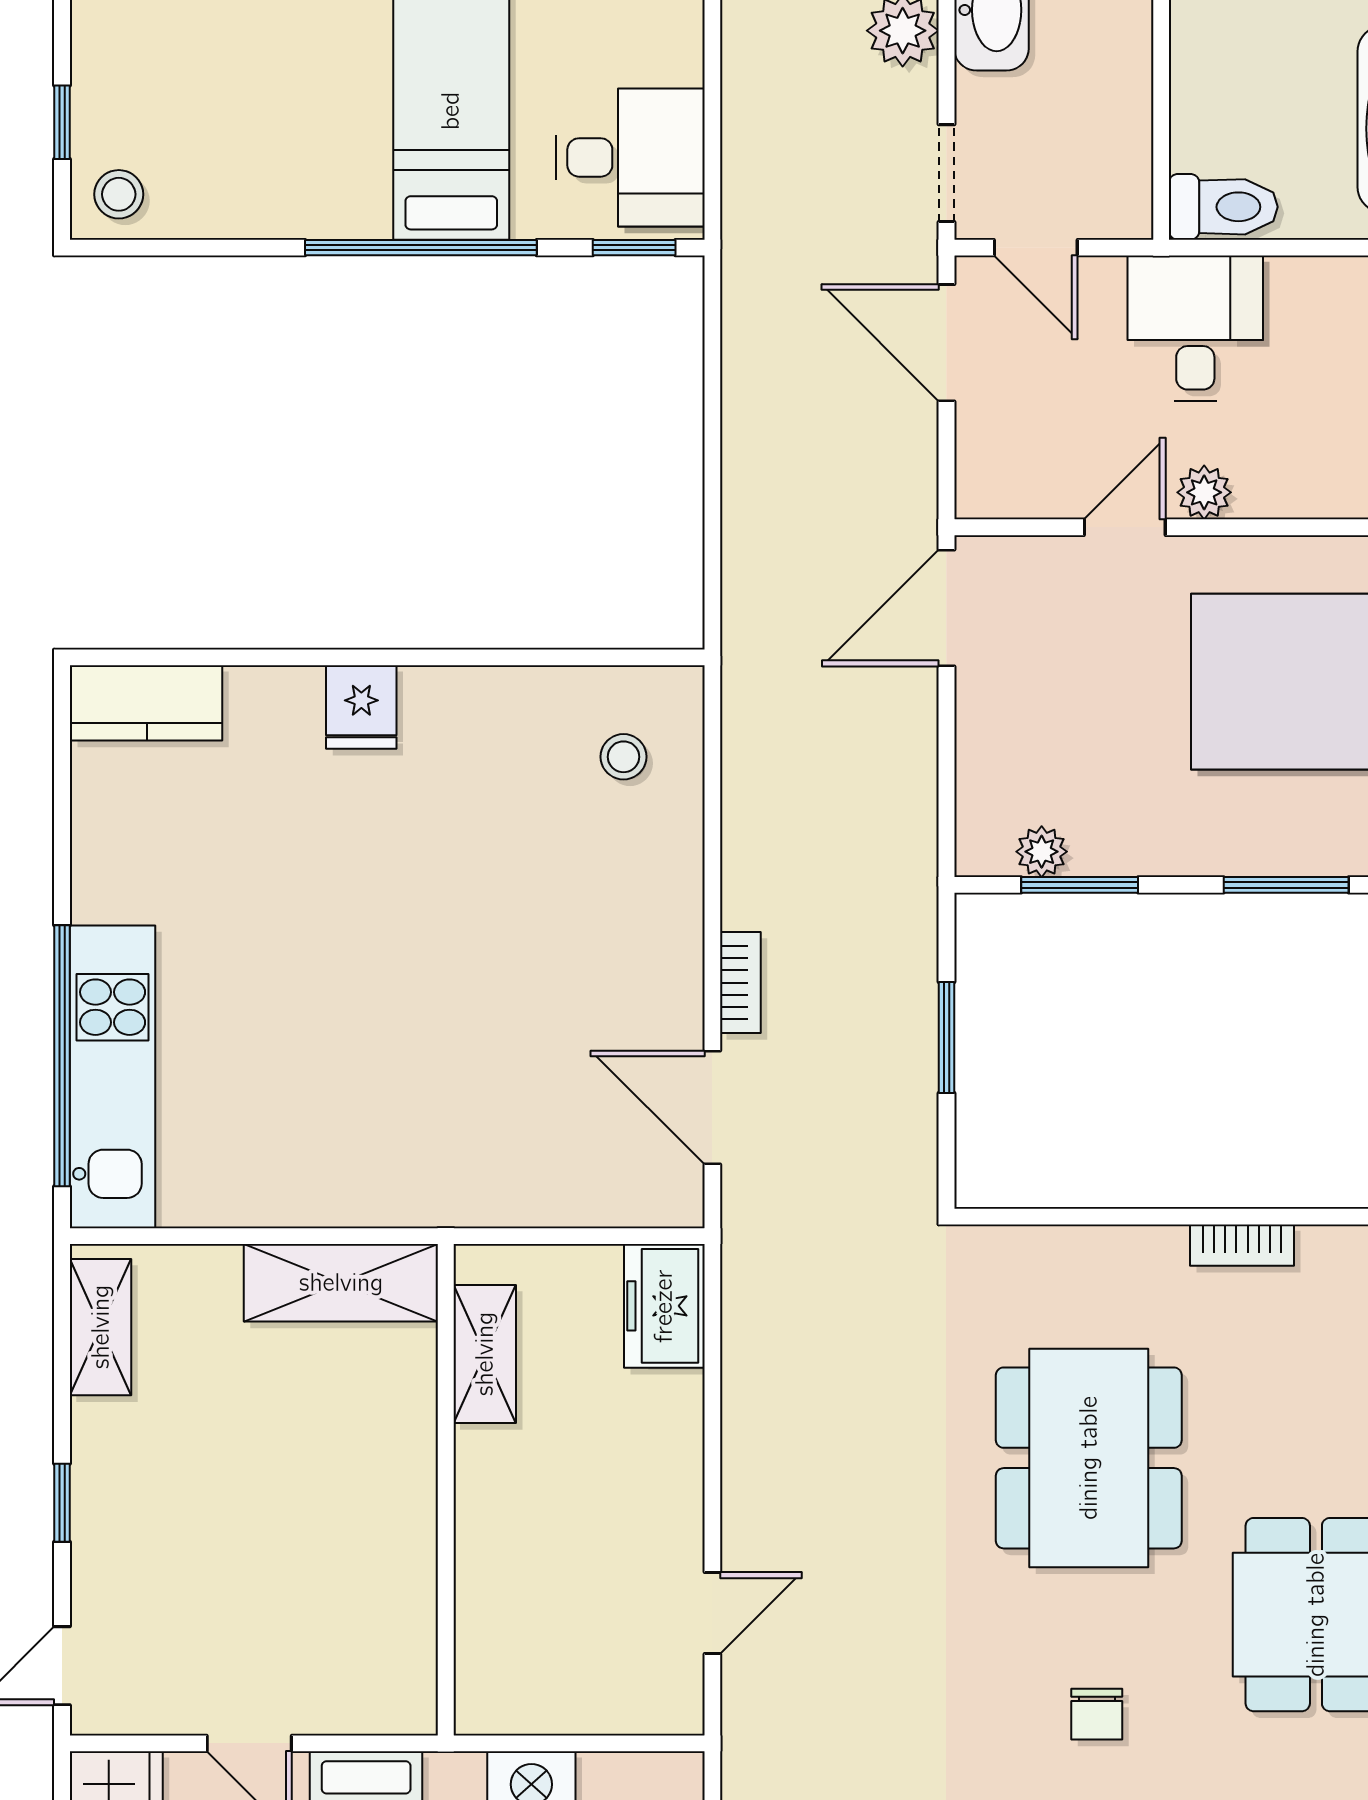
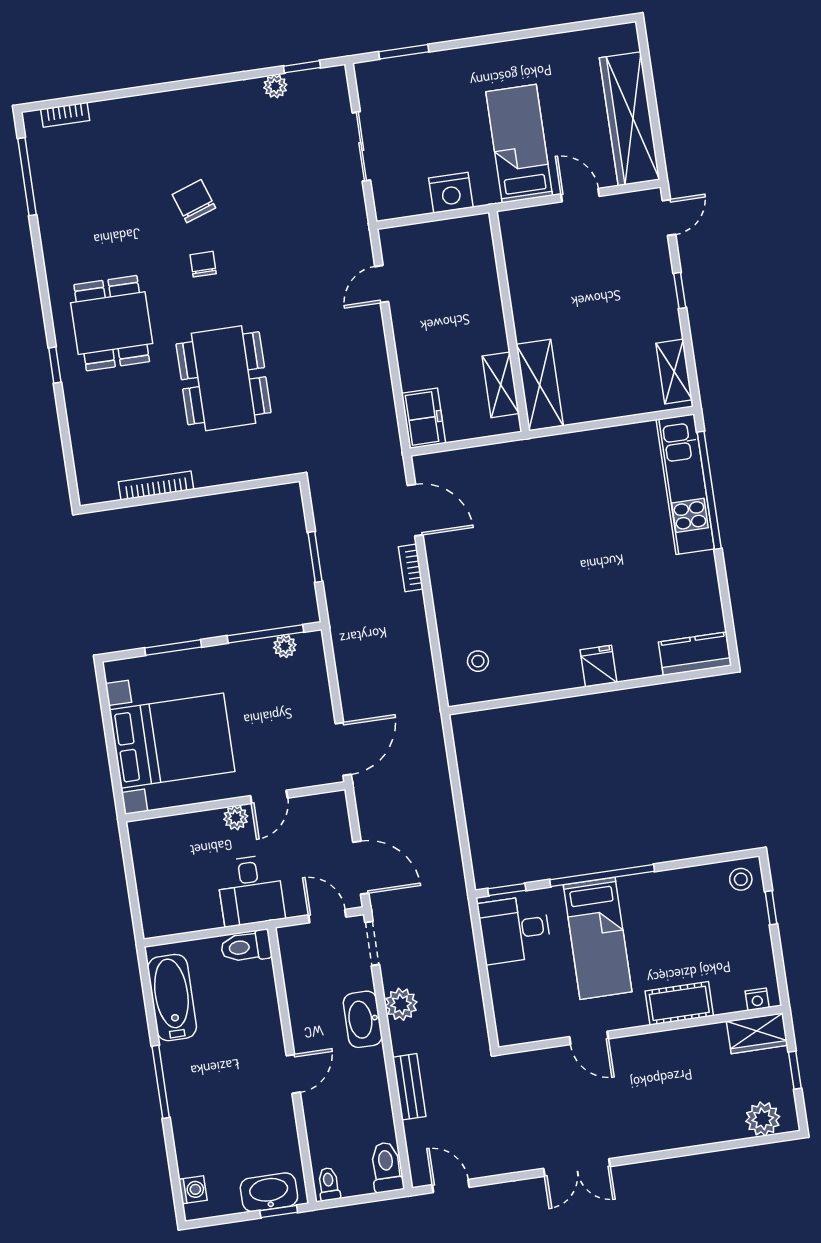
window: (1080, 885) -> (265, 634), width x1.44
bookcase: (1242, 1245) -> (156, 485), width x1.56
shelving: (341, 1283) -> (540, 385), moved, turned 90

